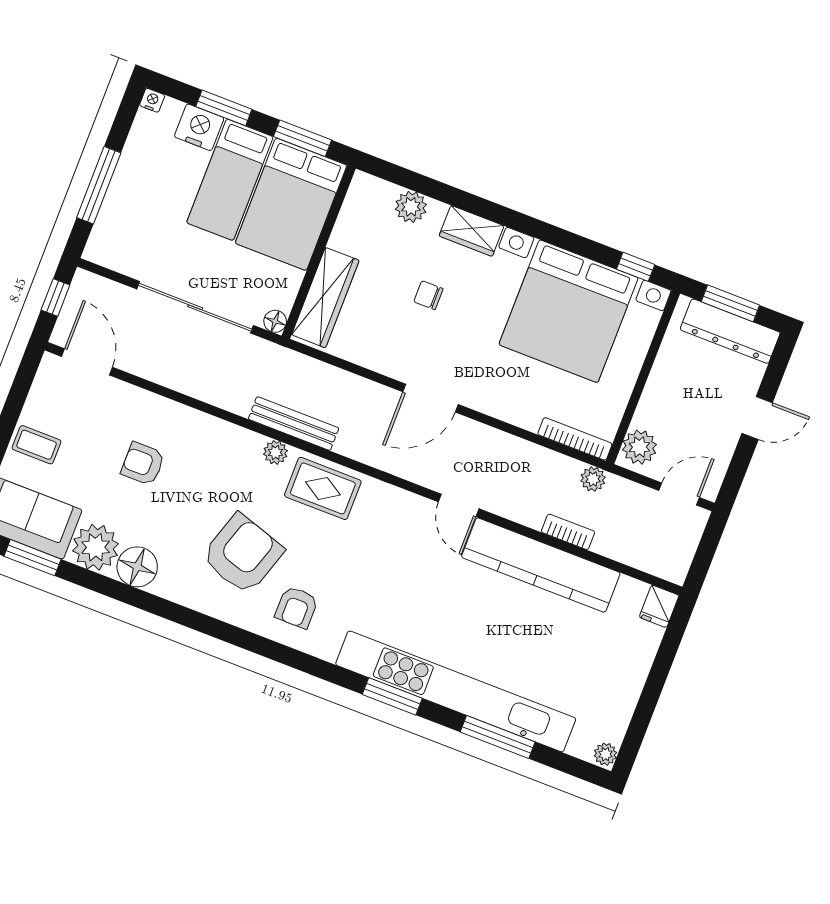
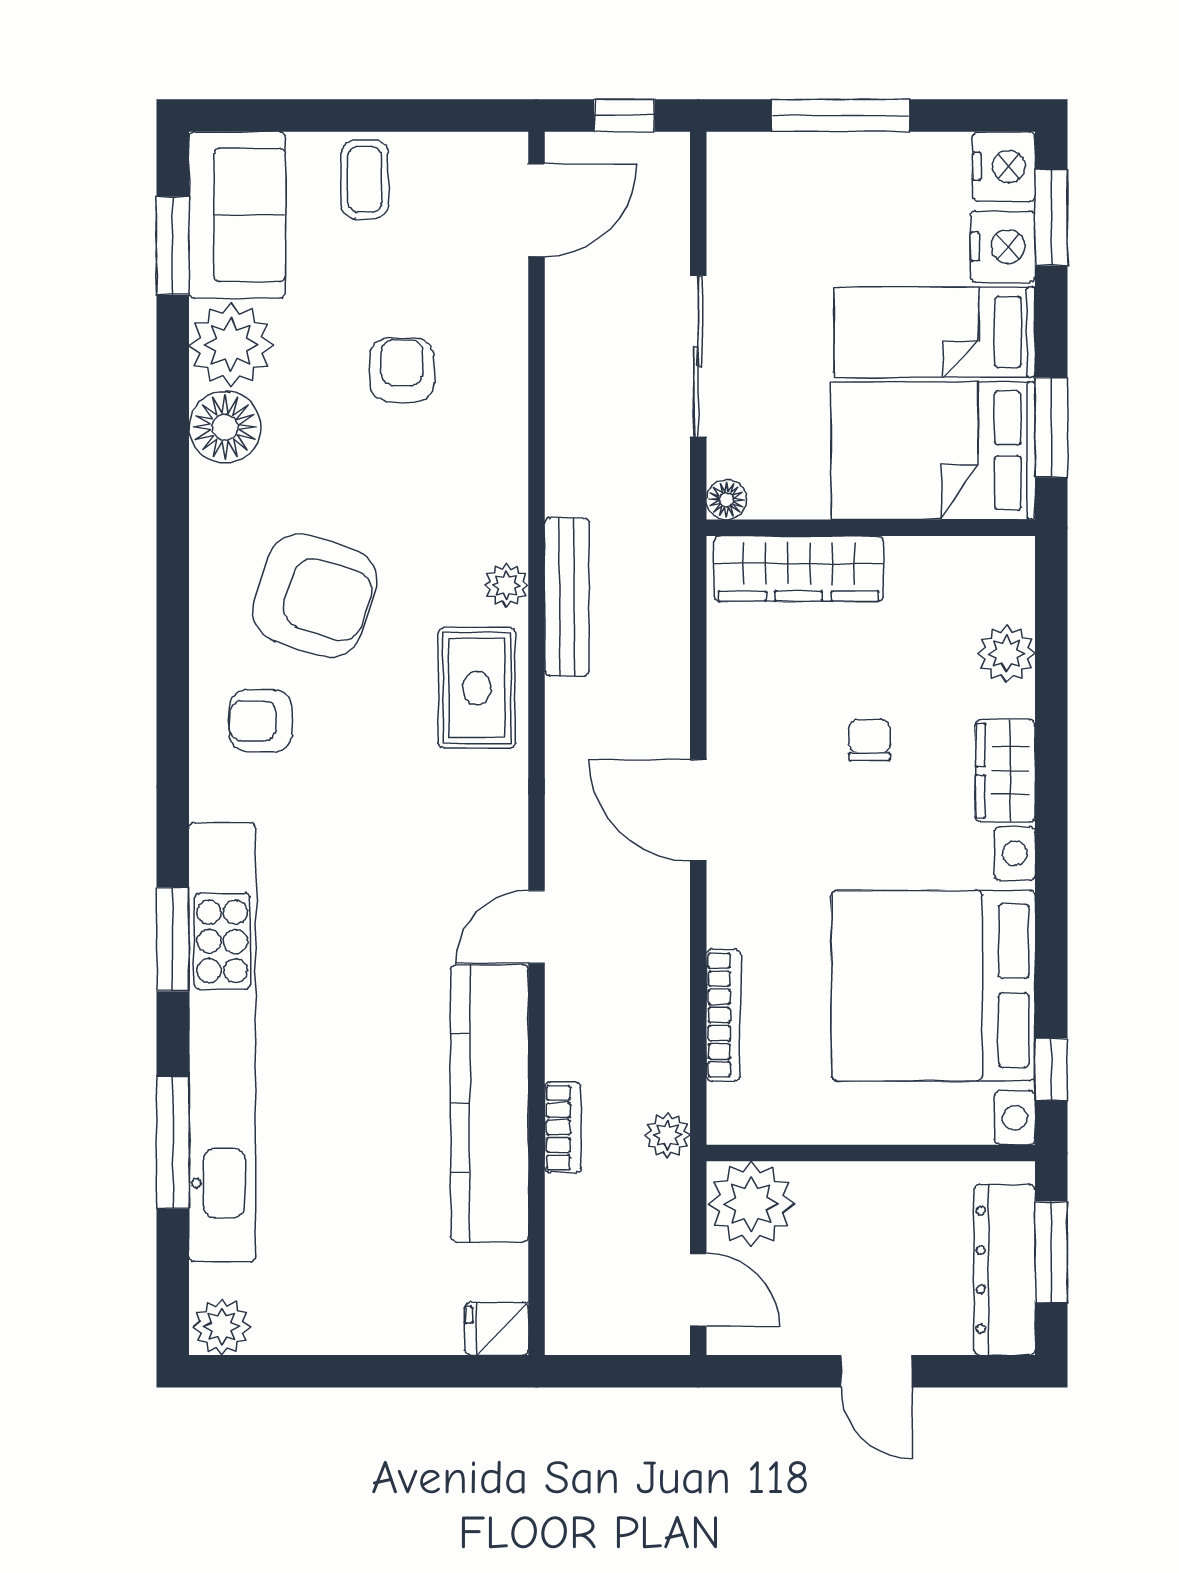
nightstand: (152, 100) -> (1004, 167), width x1.89, depth x1.79
window: (224, 108) -> (1051, 217), moved
sliding door: (195, 307) -> (698, 356), width x0.73
bookcase: (575, 439) -> (723, 1015), moved
plant: (639, 447) -> (751, 1204), width x1.36, depth x1.36
plant: (605, 754) -> (222, 1327), width x1.38, depth x1.38

